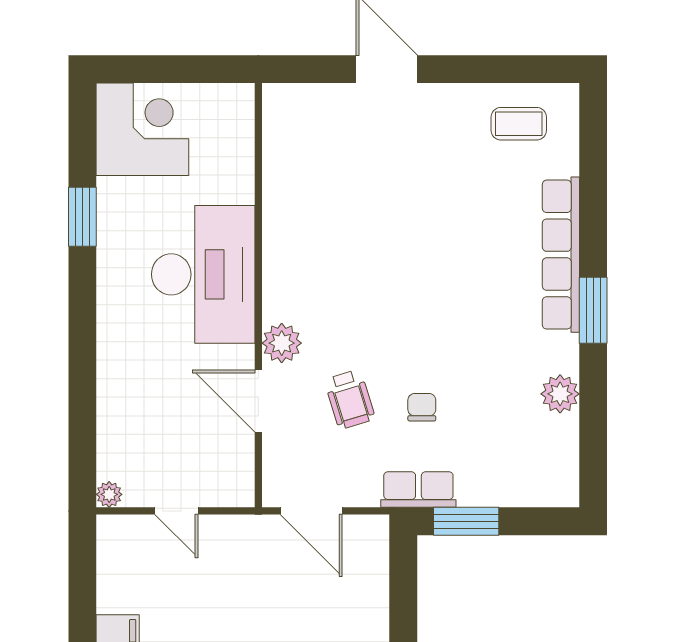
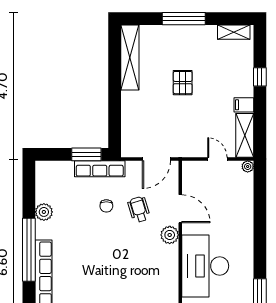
window: (593, 310) -> (29, 250), width x2.11
row of seats: (418, 490) -> (100, 169), width x1.48
door: (311, 511) -> (156, 159), swing flipped
shelving: (116, 563) -> (245, 135), added

